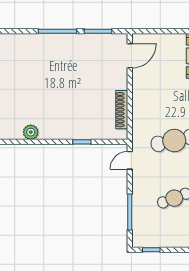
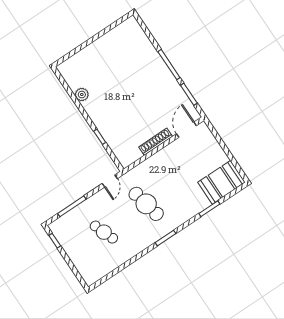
door: (130, 56) -> (186, 130), swing flipped
shoe rack: (122, 110) -> (156, 142), moved
door: (130, 160) -> (110, 181), swing flipped

